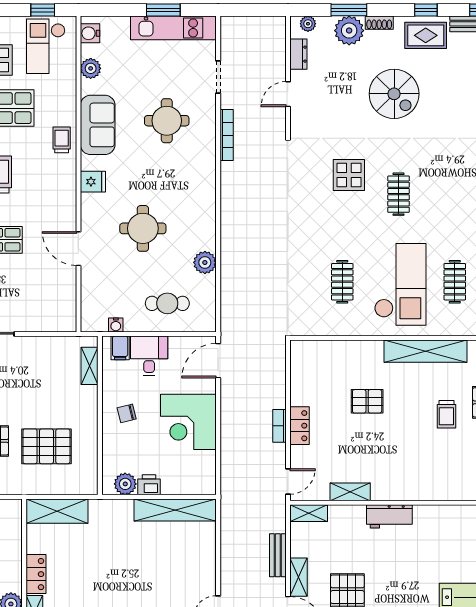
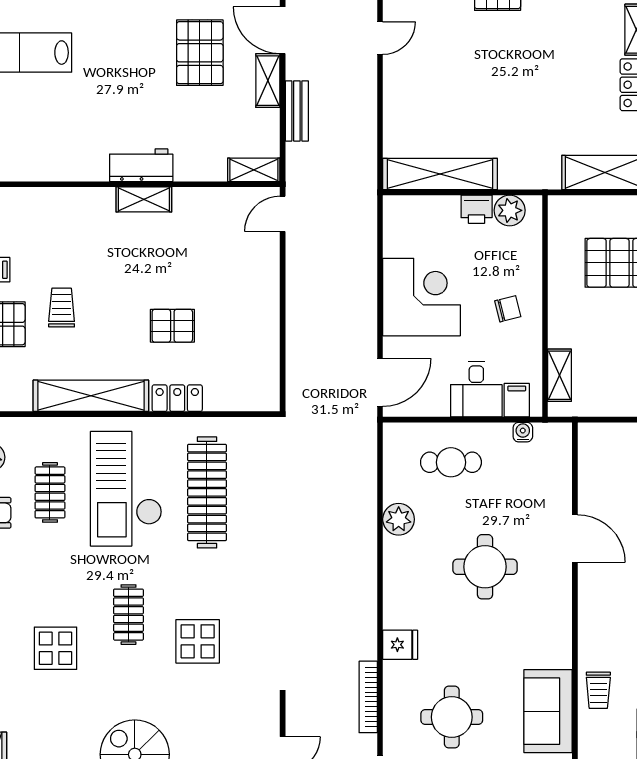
display table: (451, 170) -> (55, 648), added
fridge: (93, 182) -> (400, 645), moved, turned 180
clothes rail: (342, 282) -> (207, 492), width x1.86, depth x1.31
bookcase: (279, 426) -> (295, 291), removed
locker: (299, 426) -> (177, 398), moved, turned 90
shelving: (350, 492) -> (144, 199), moved

